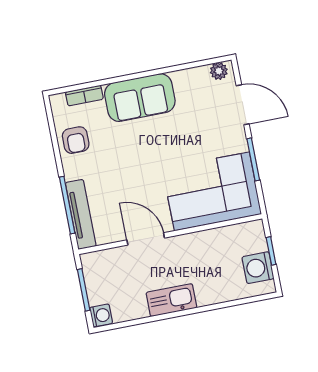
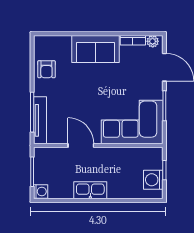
bookcase: (84, 96) -> (133, 40), moved

